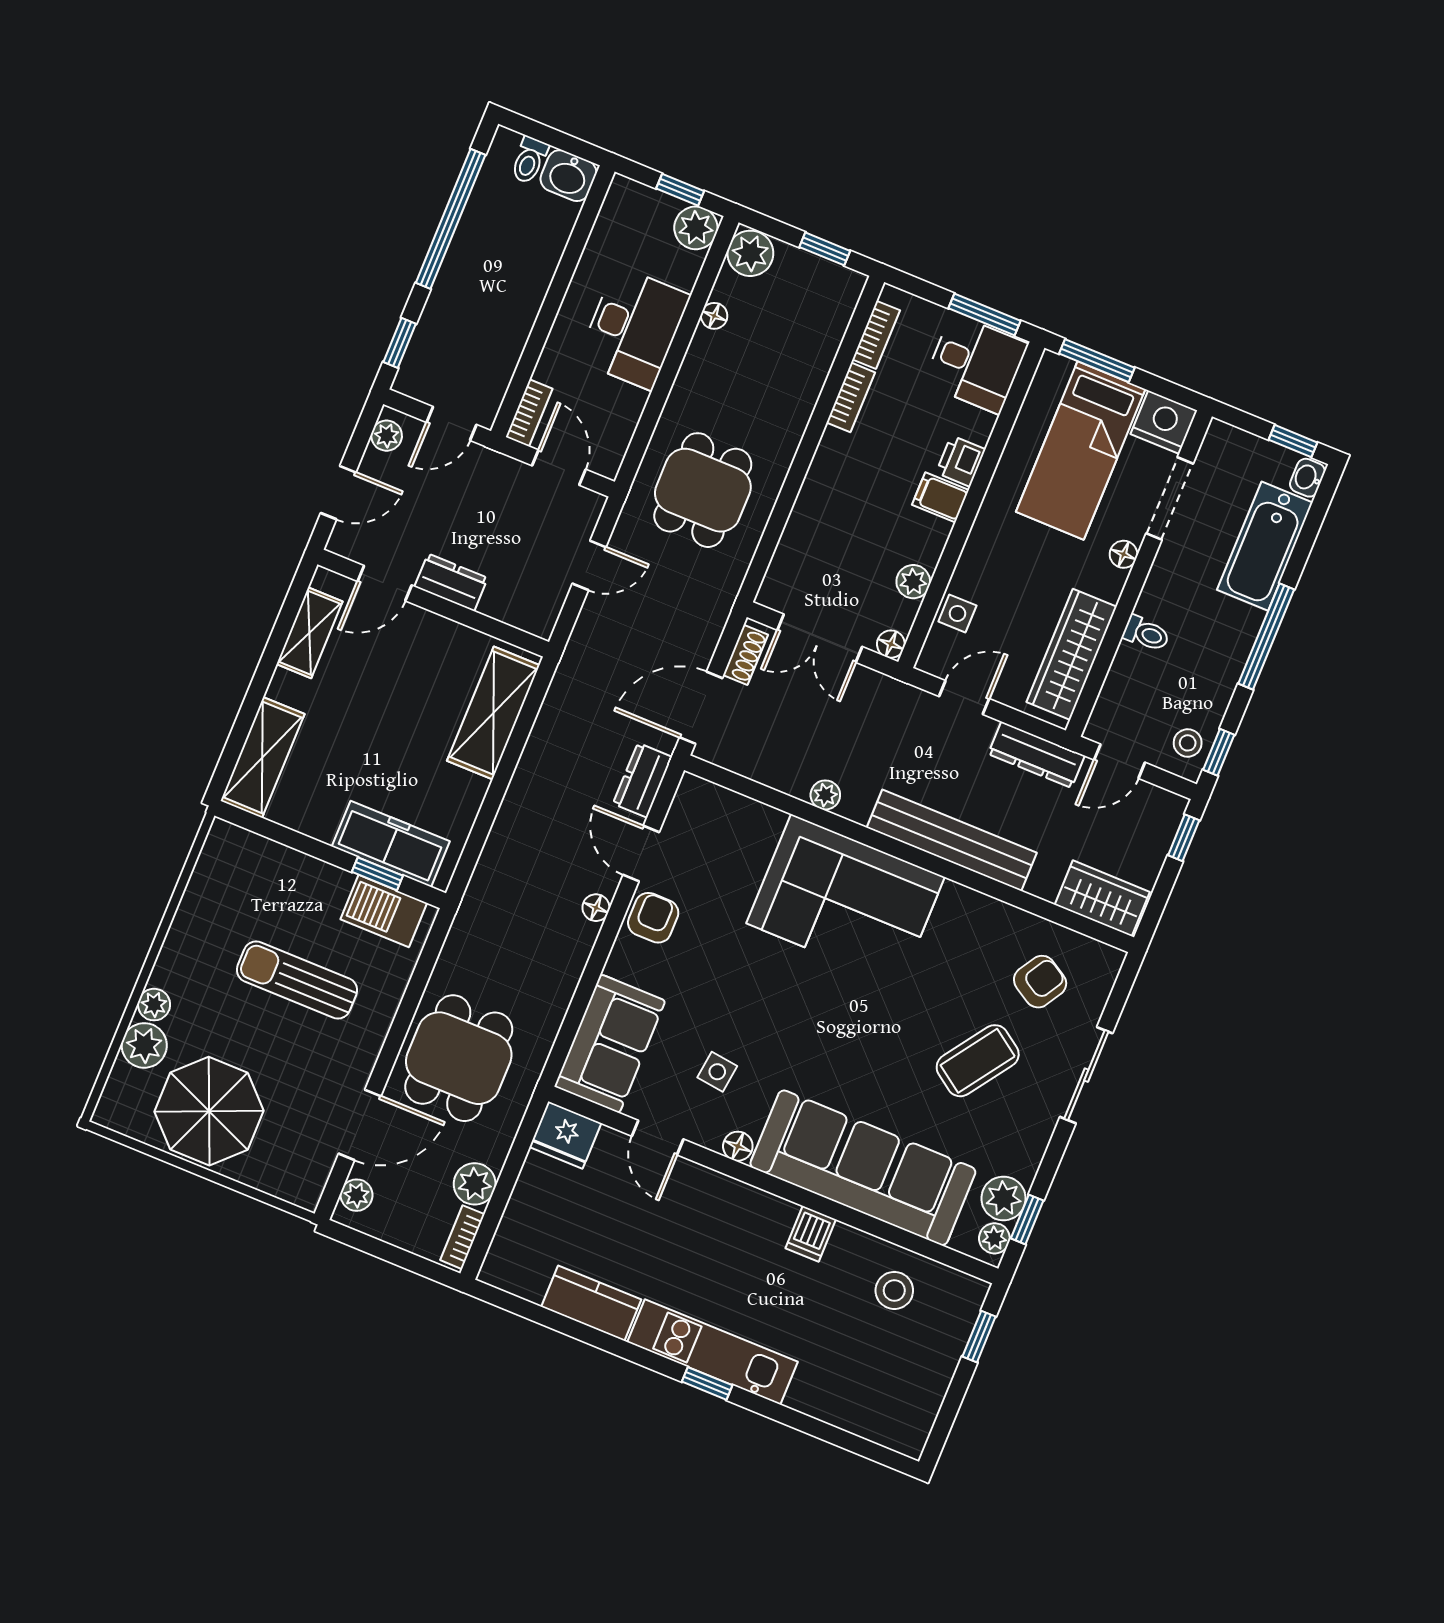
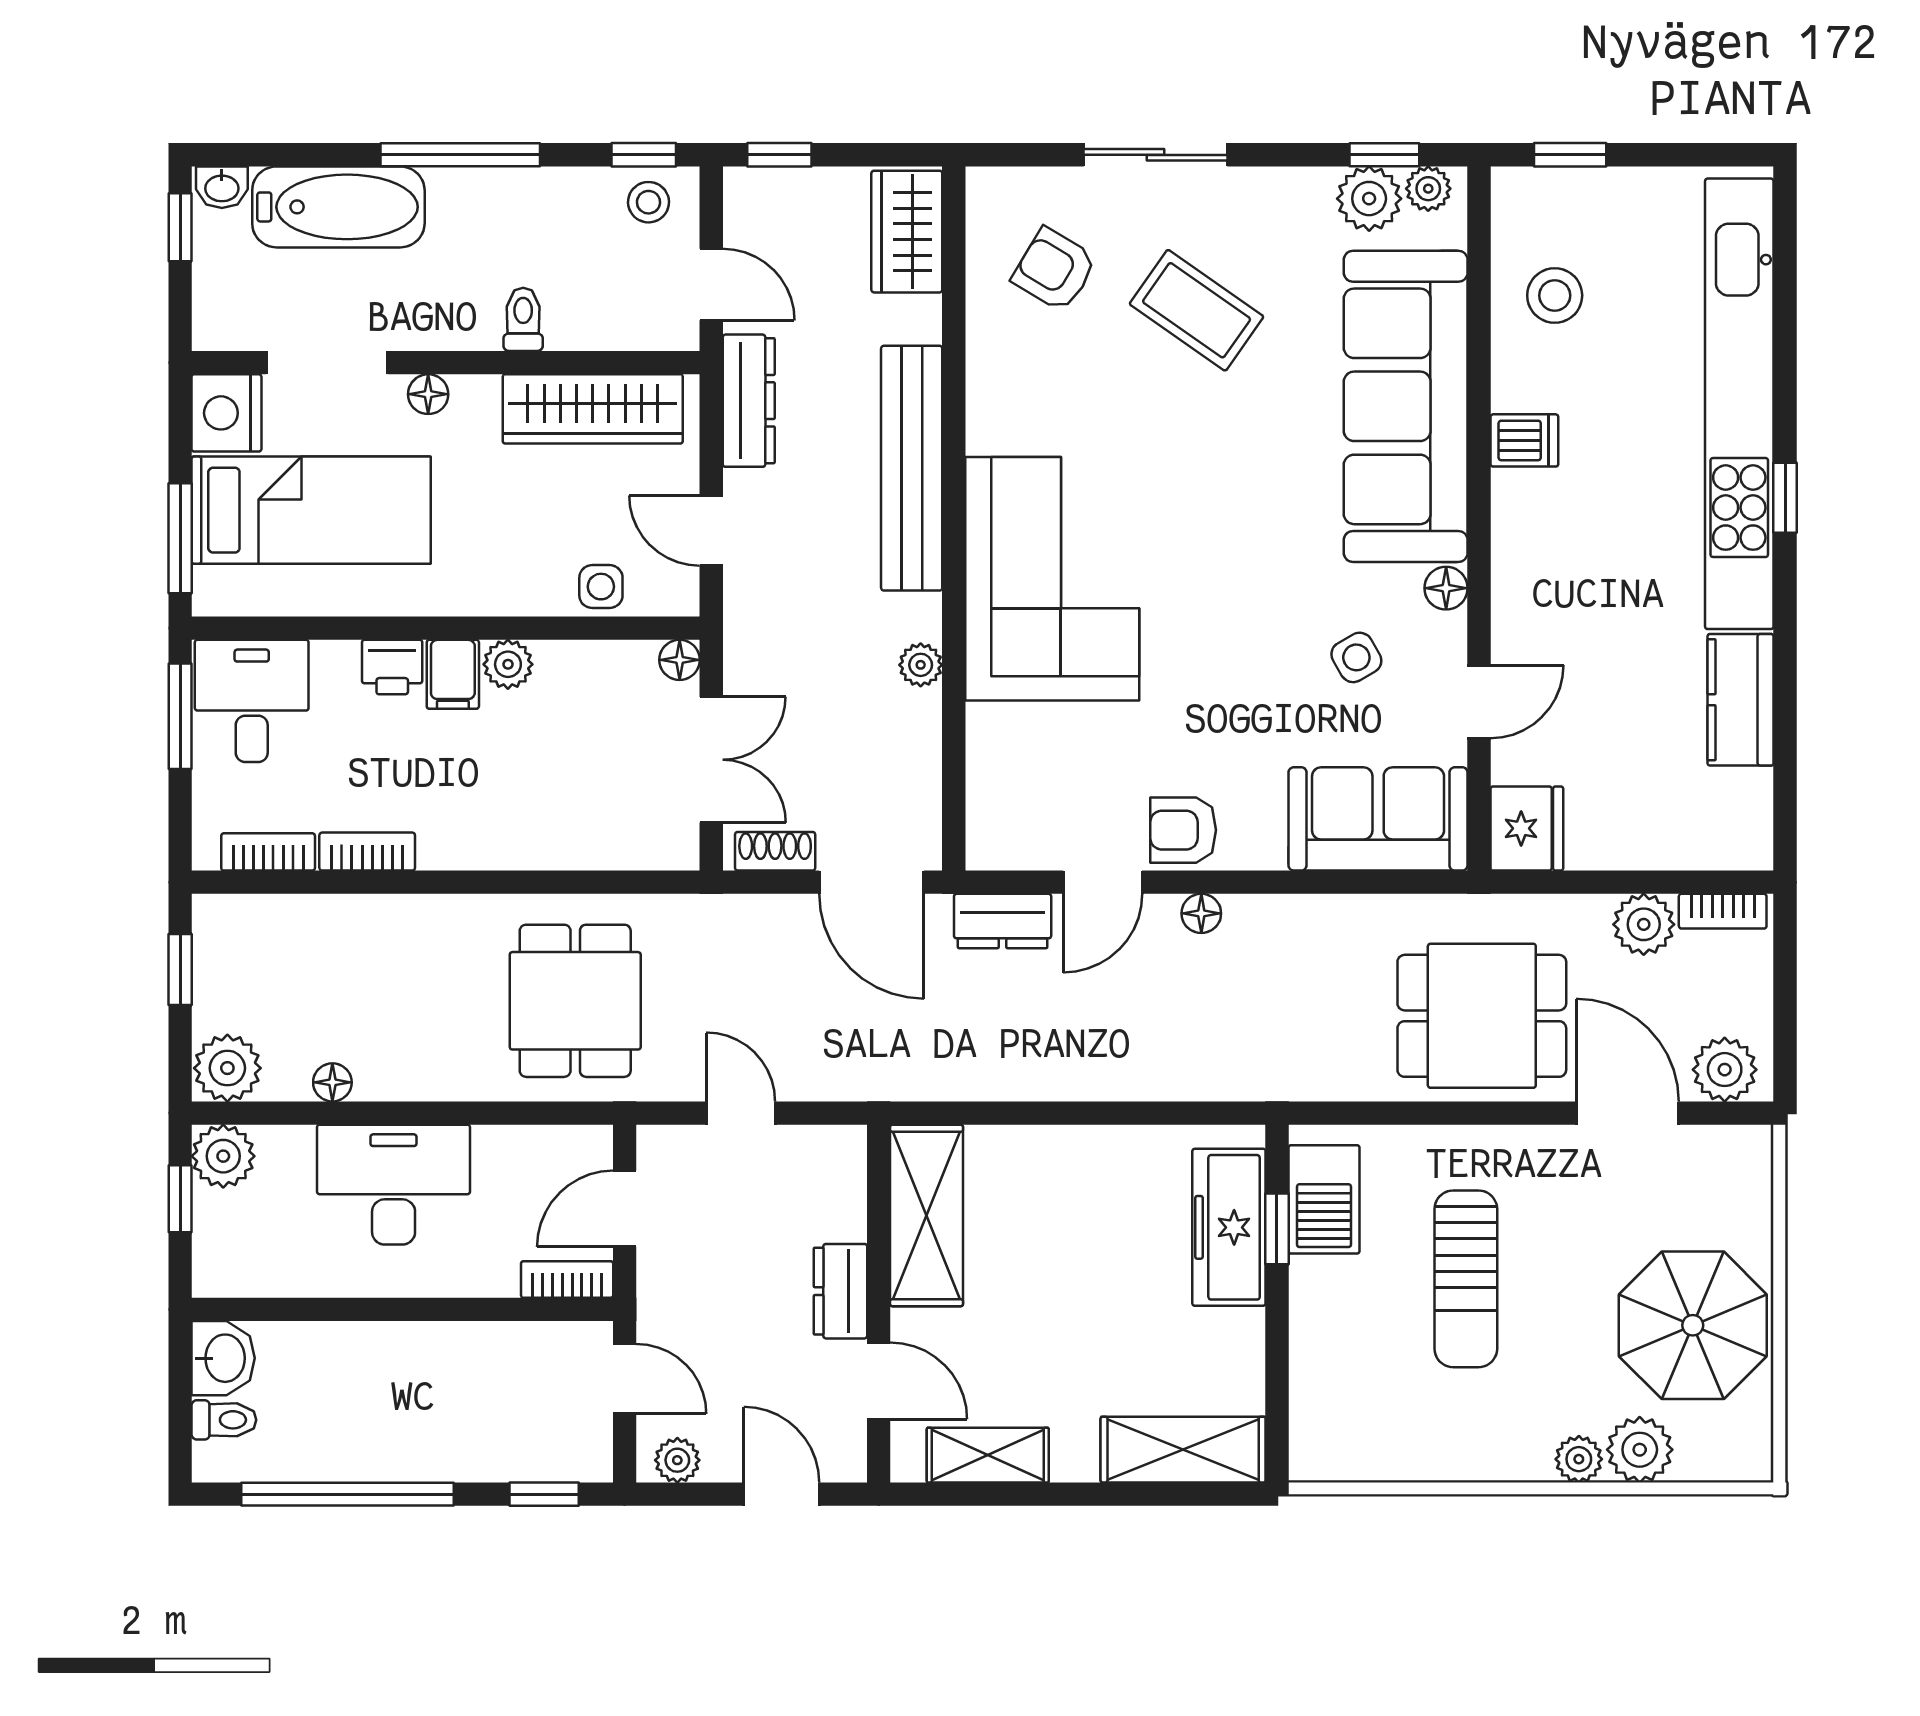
dining table: (703, 490) -> (575, 1001), turned 90
plant: (913, 582) -> (508, 664), moved
shelving: (493, 713) -> (927, 1215), moved, turned 90
side table: (717, 1072) -> (1356, 657), turned -37
plant: (357, 1195) -> (1725, 1070), width x1.38, depth x1.38
kitchen unit: (712, 1352) -> (1739, 404), width x1.86

